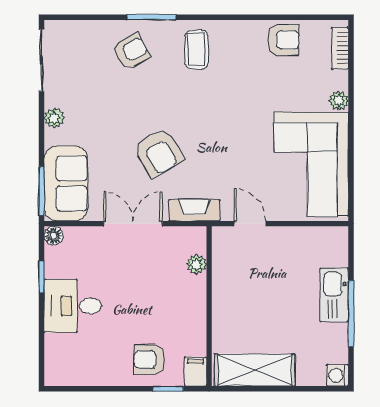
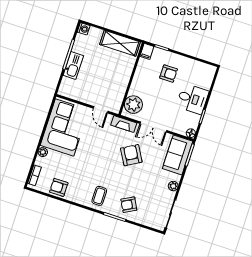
plant: (196, 264) -> (133, 105), width x1.88, depth x1.88
armchair: (149, 360) -> (169, 74), moved

